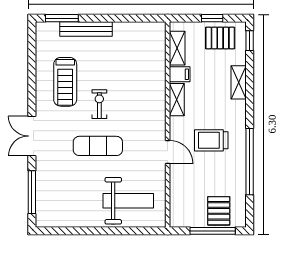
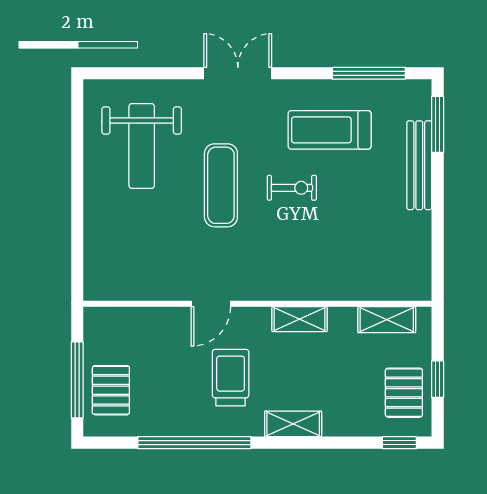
filing cabinet: (180, 74) -> (342, 324), removed
shelving: (239, 82) -> (293, 424), moved
window: (32, 192) -> (369, 73), moved
weight bench: (128, 201) -> (142, 146), moved
pallet: (219, 211) -> (111, 390), turned 90

